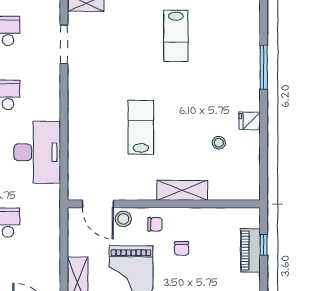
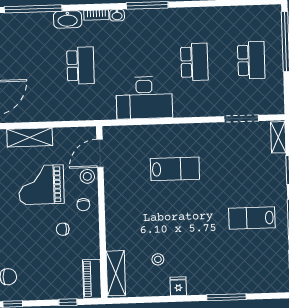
lab bench: (141, 127) -> (175, 169), moved
shelving: (182, 190) -> (116, 273), moved
piano: (250, 250) -> (92, 279), moved, turned -90

